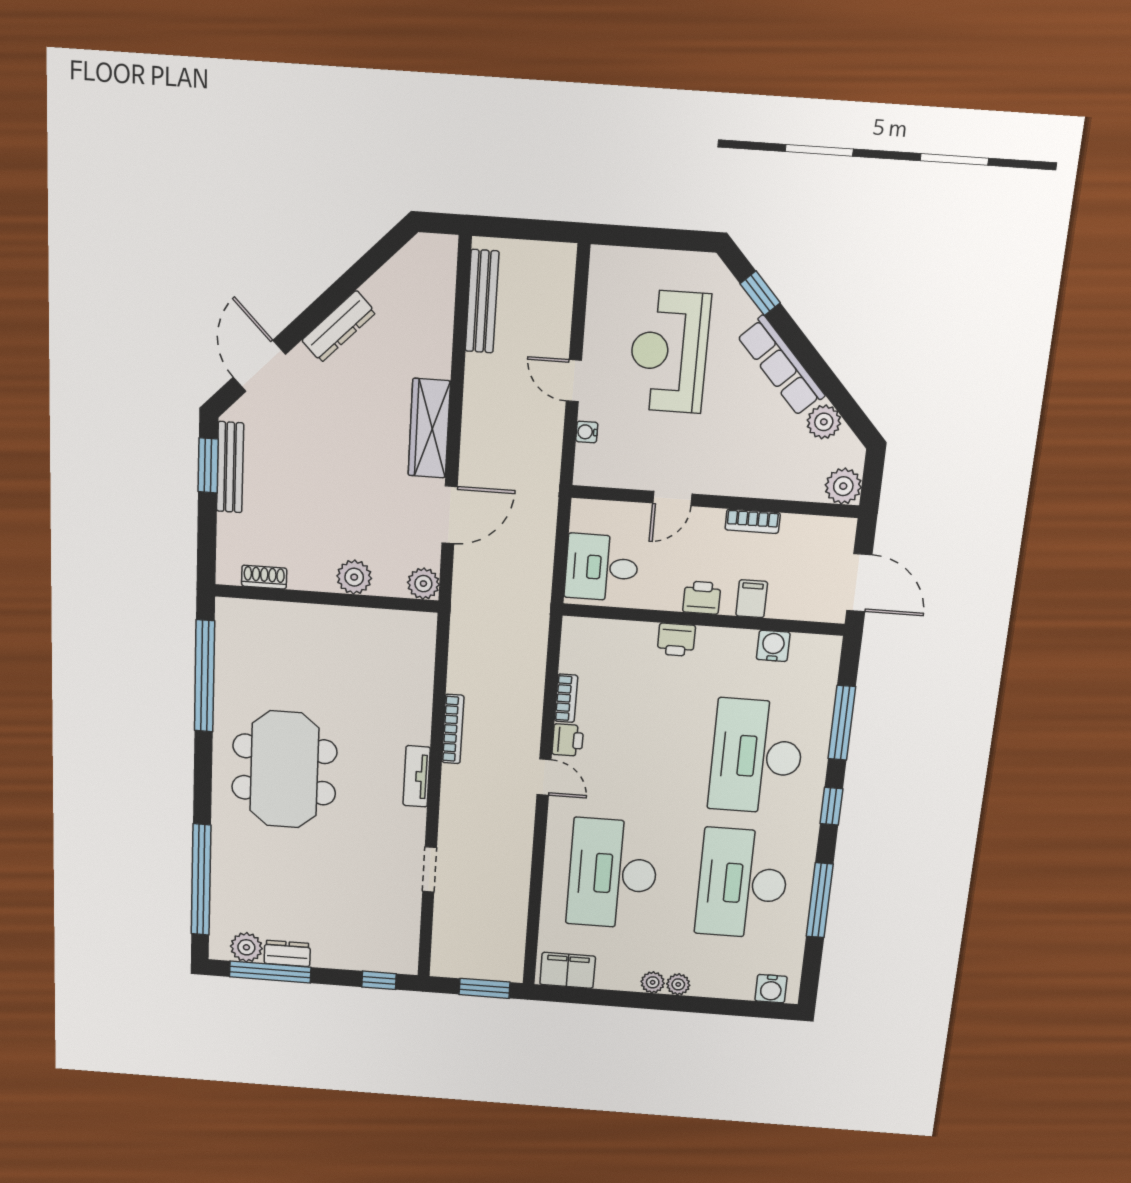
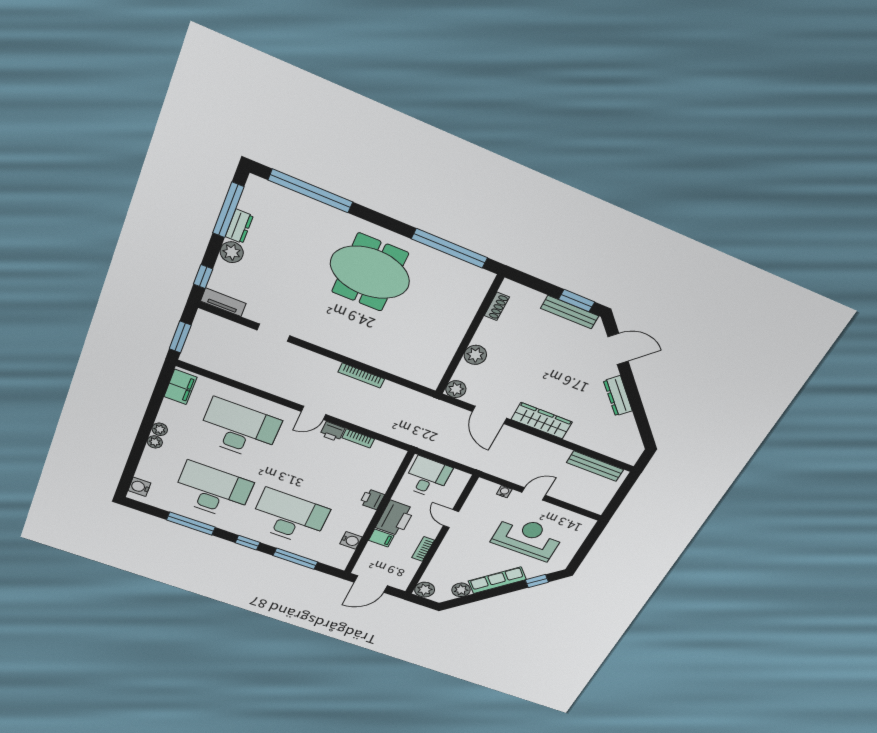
printer: (702, 598) -> (395, 518), width x1.87, depth x1.48
tv unit: (417, 776) -> (223, 302), moved
plant: (246, 947) -> (232, 252), moved

